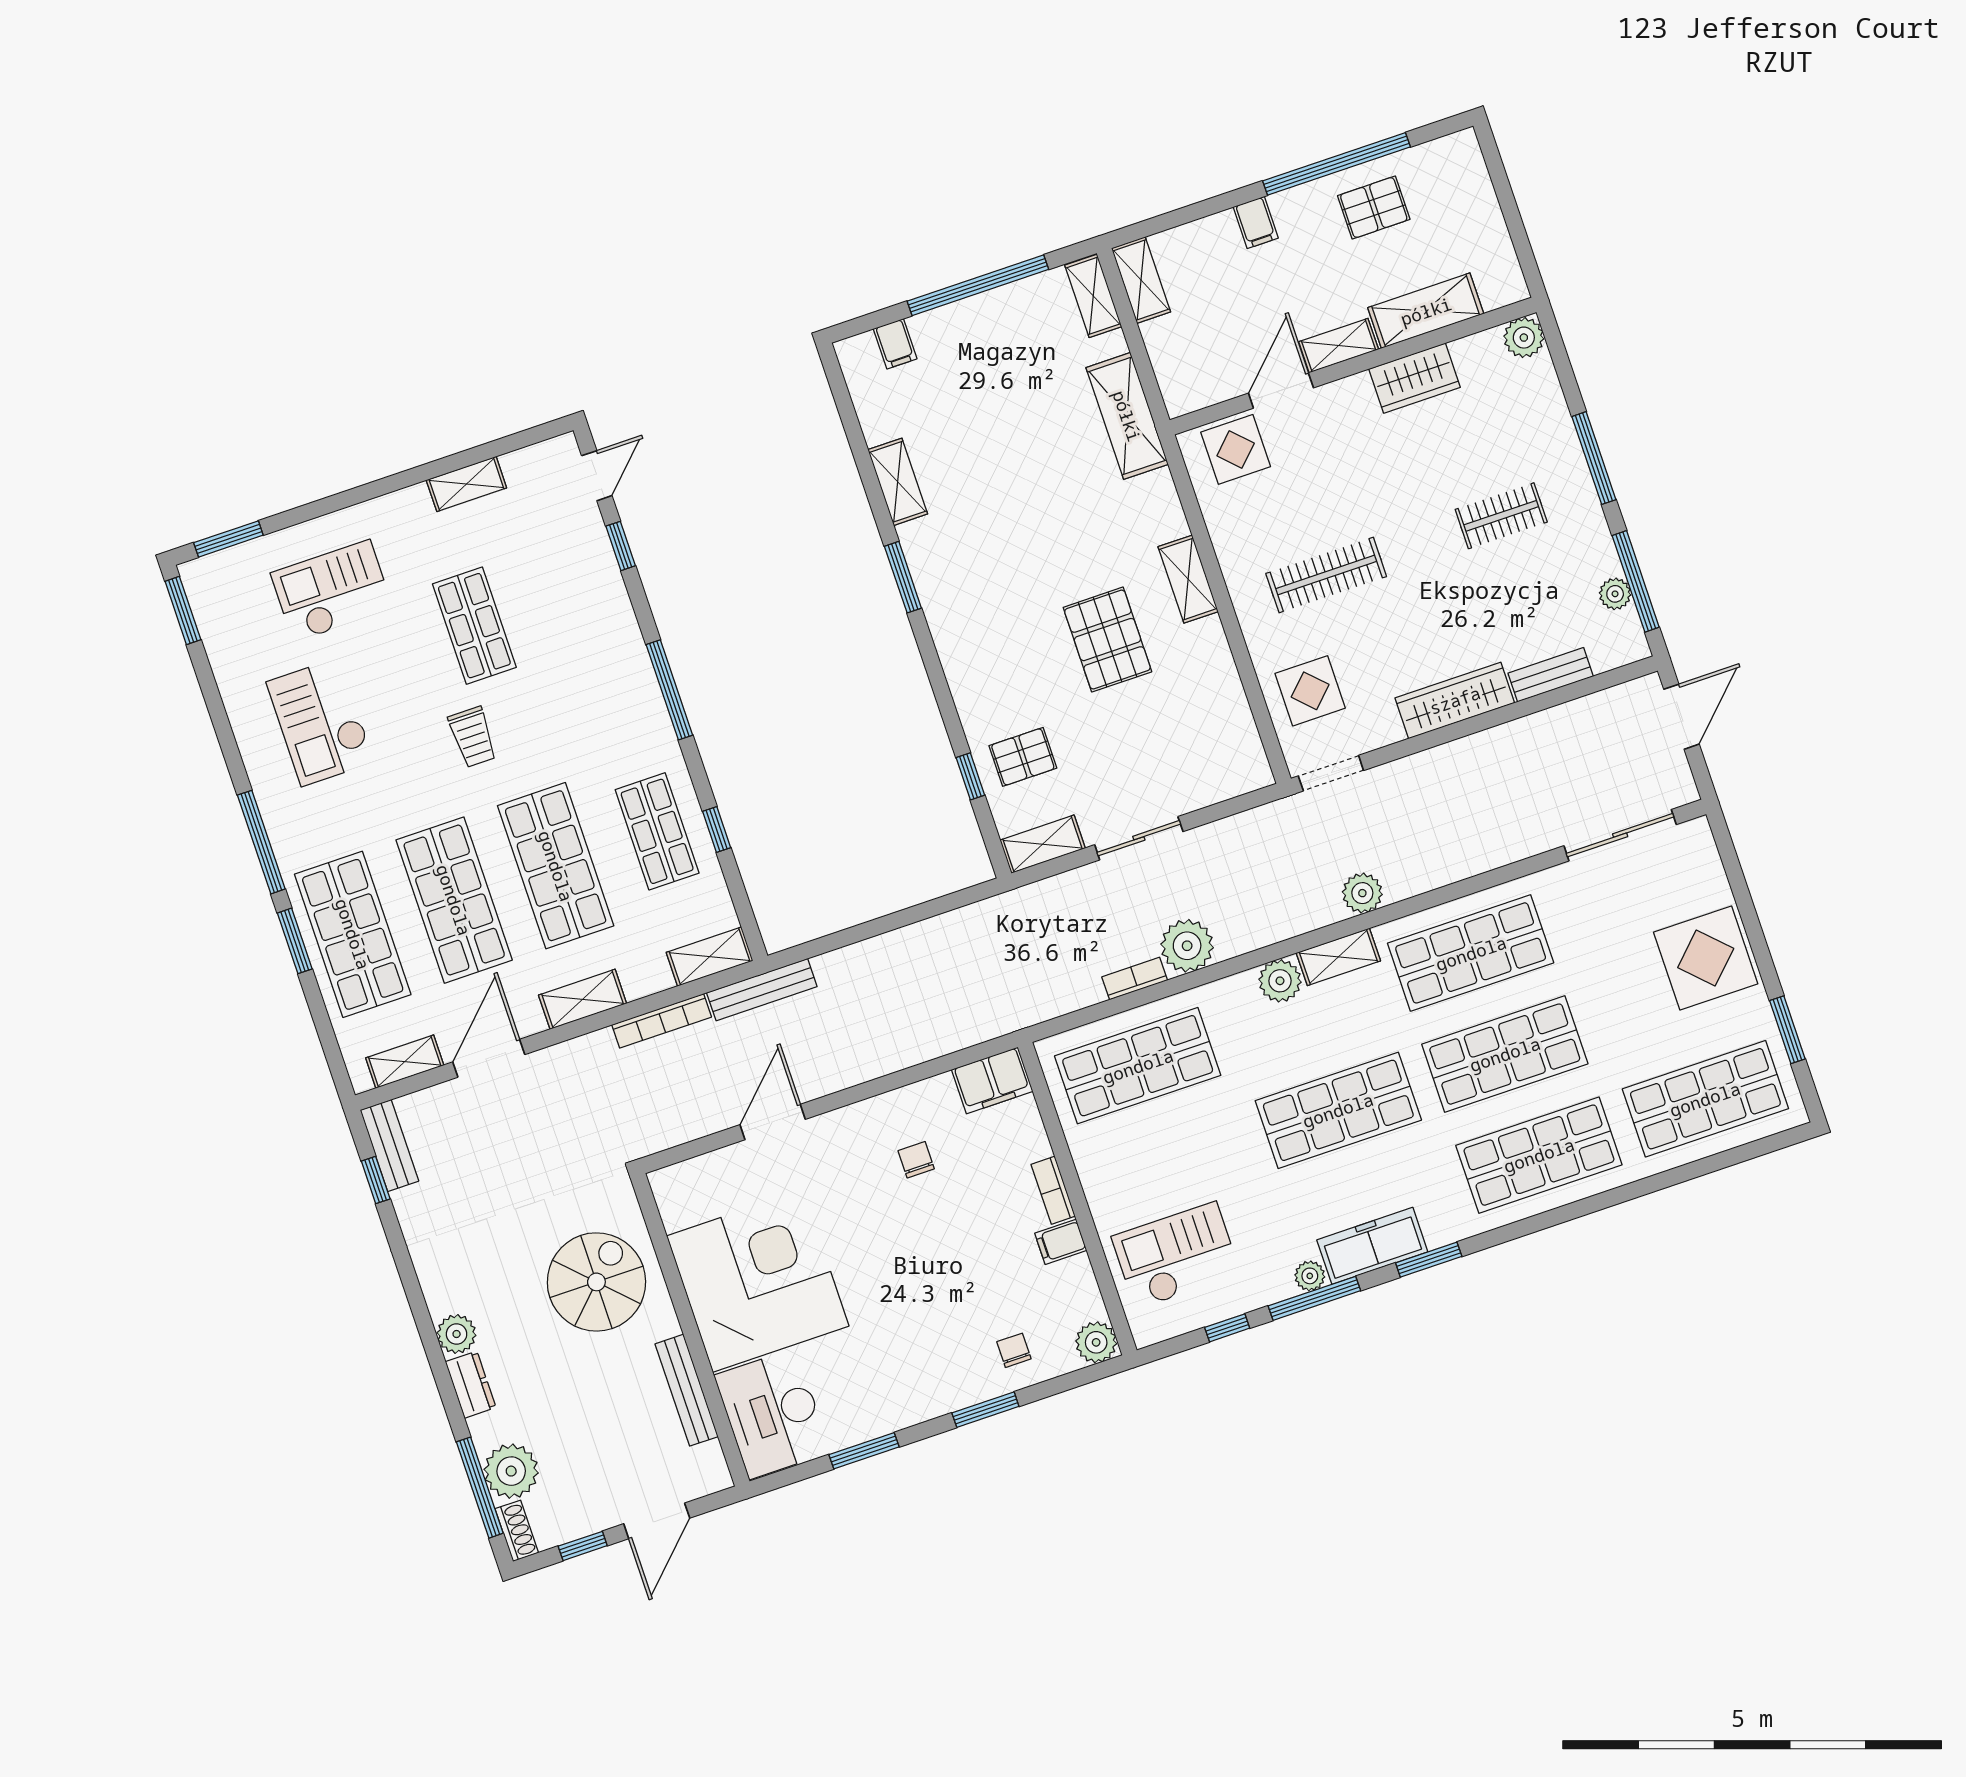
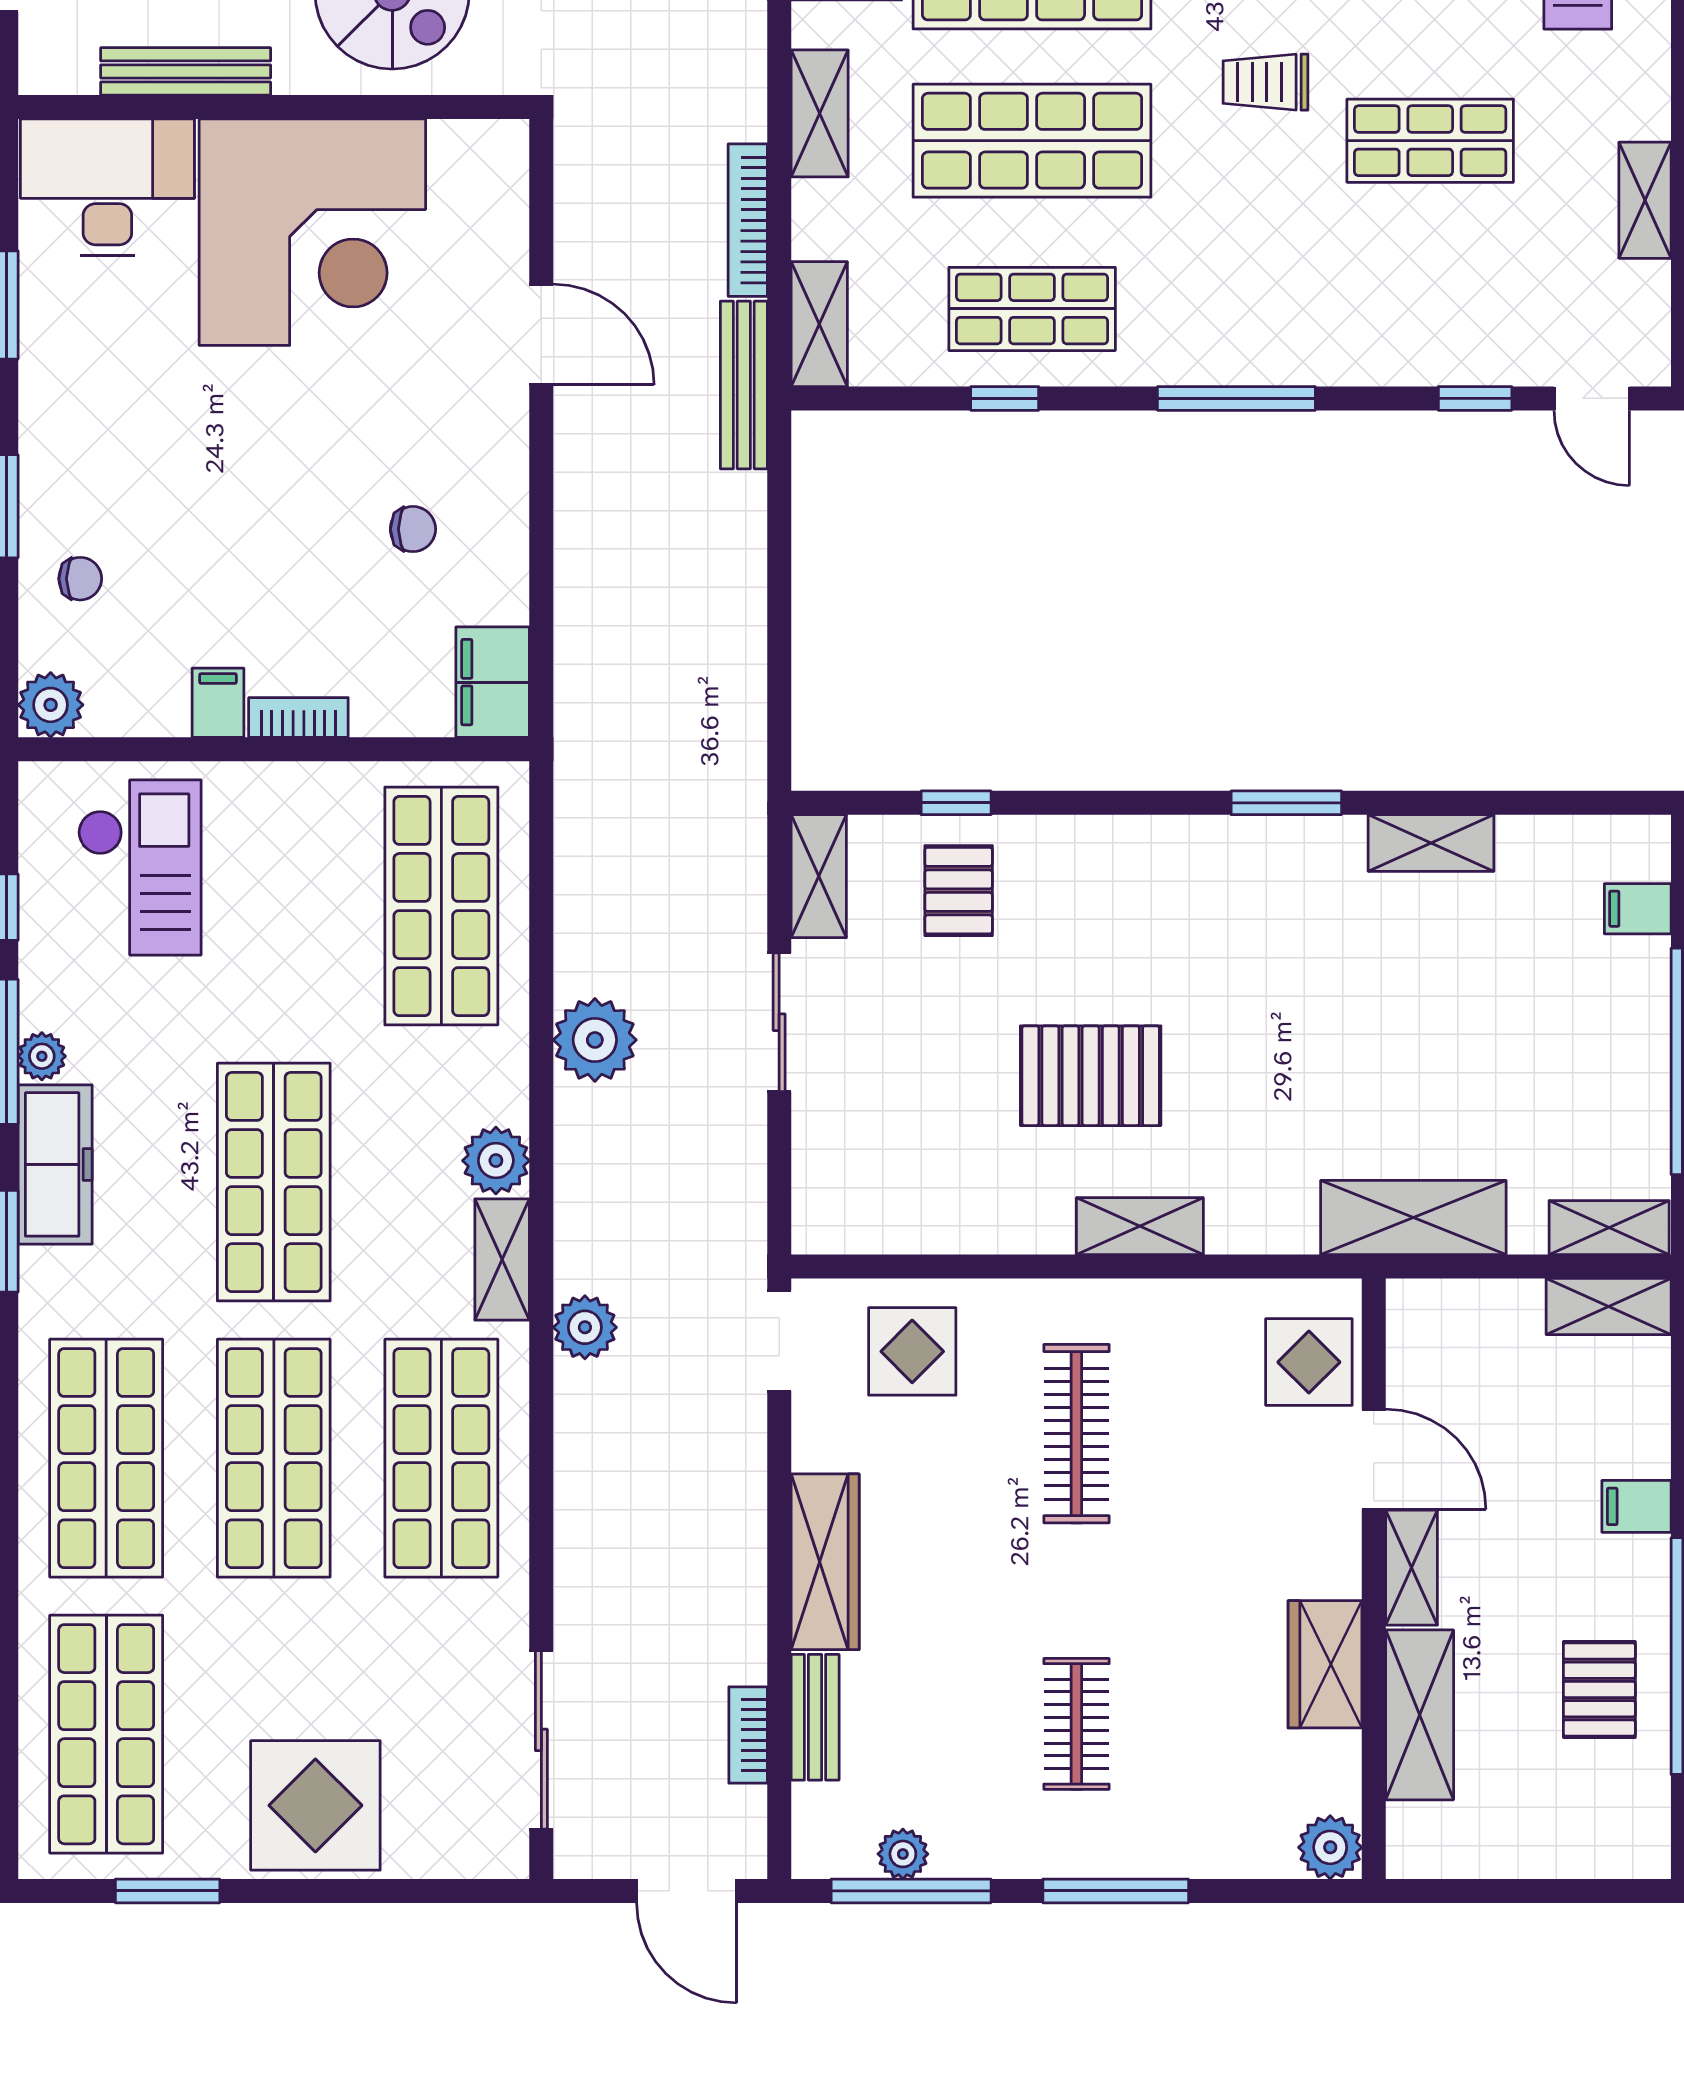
bookcase: (1135, 979) -> (748, 1735), moved, turned 180

